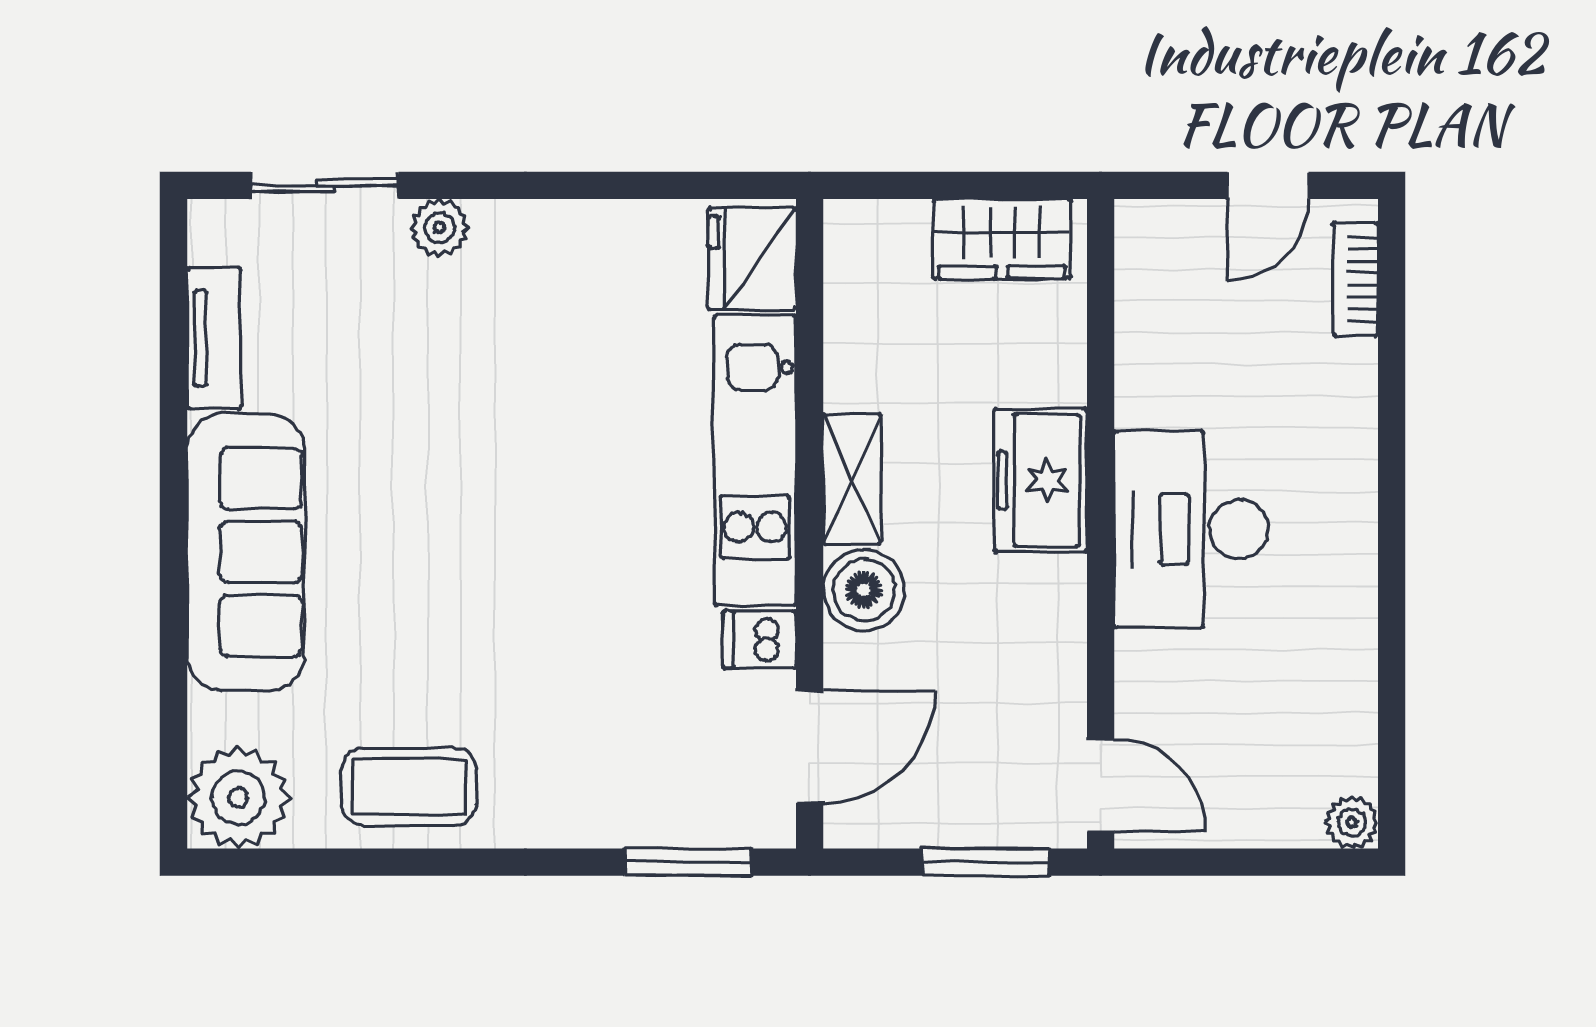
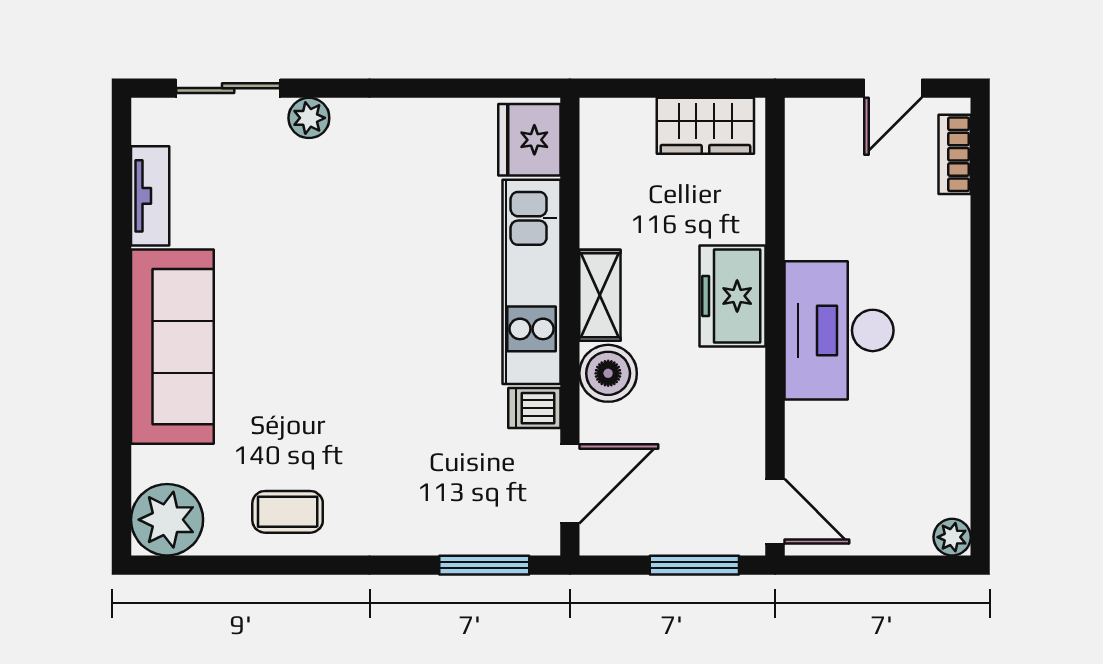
coffee table: (409, 787) -> (288, 512), width x0.73, depth x0.77

